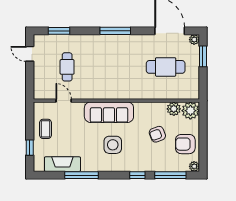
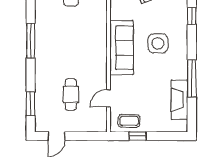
cafe table: (67, 67) -> (71, 94), turned 90
coffee table: (46, 129) -> (129, 121), moved
window: (30, 148) -> (138, 136), moved

